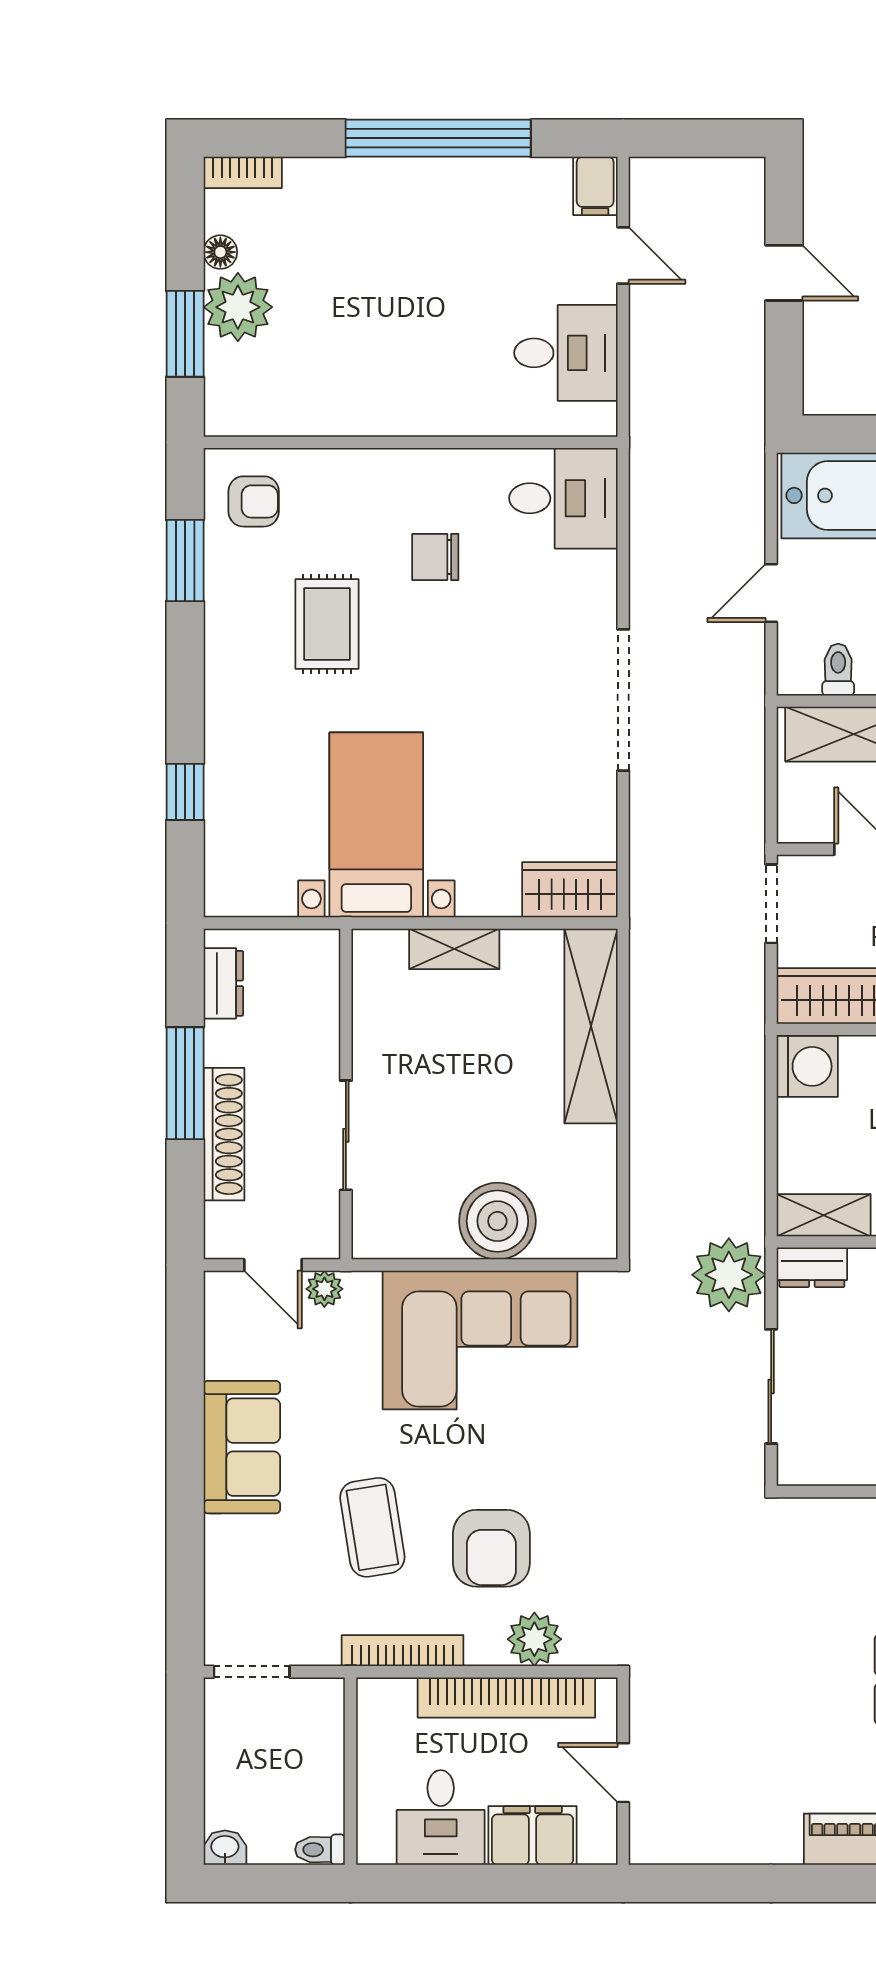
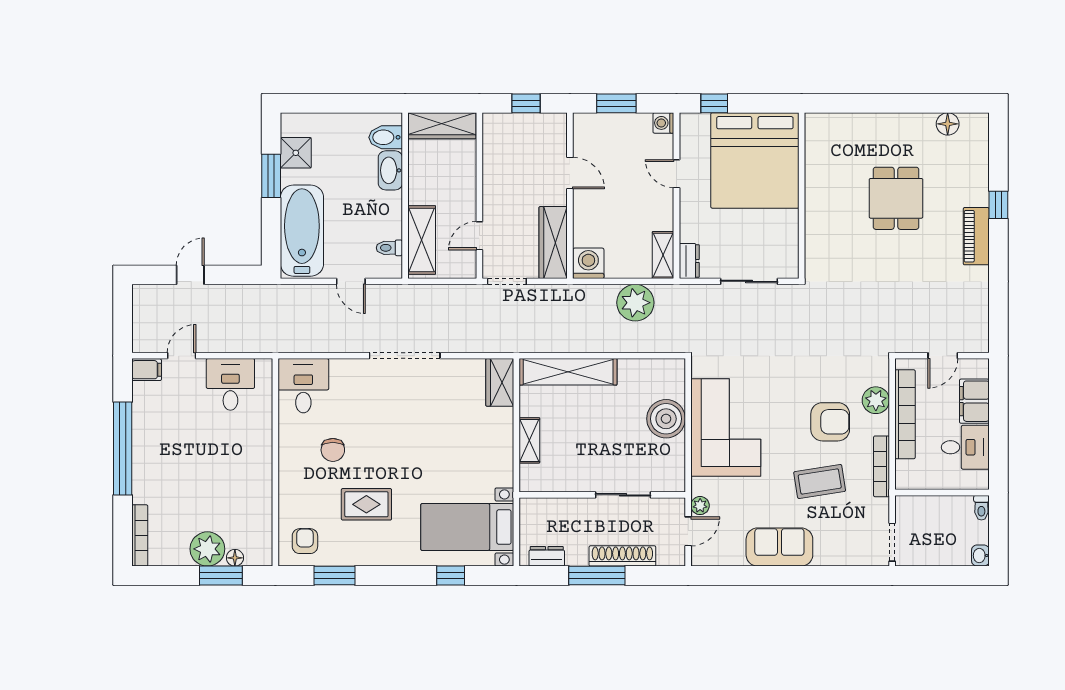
bookcase: (243, 172) -> (140, 535), width x1.56
floor lamp: (220, 252) -> (235, 558), moved
bed with nightstands: (376, 825) -> (467, 527), moved
plant: (729, 1275) -> (635, 303), moved

